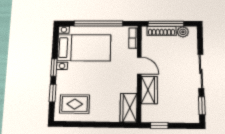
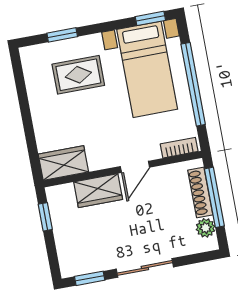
window: (54, 67) -> (150, 18), moved
rug: (75, 104) -> (78, 75), moved, turned 90

